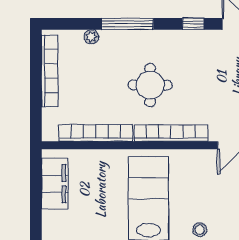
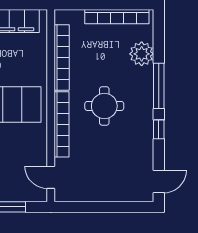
window: (193, 24) -> (159, 129), moved
plant: (92, 37) -> (142, 54), width x1.88, depth x1.88

